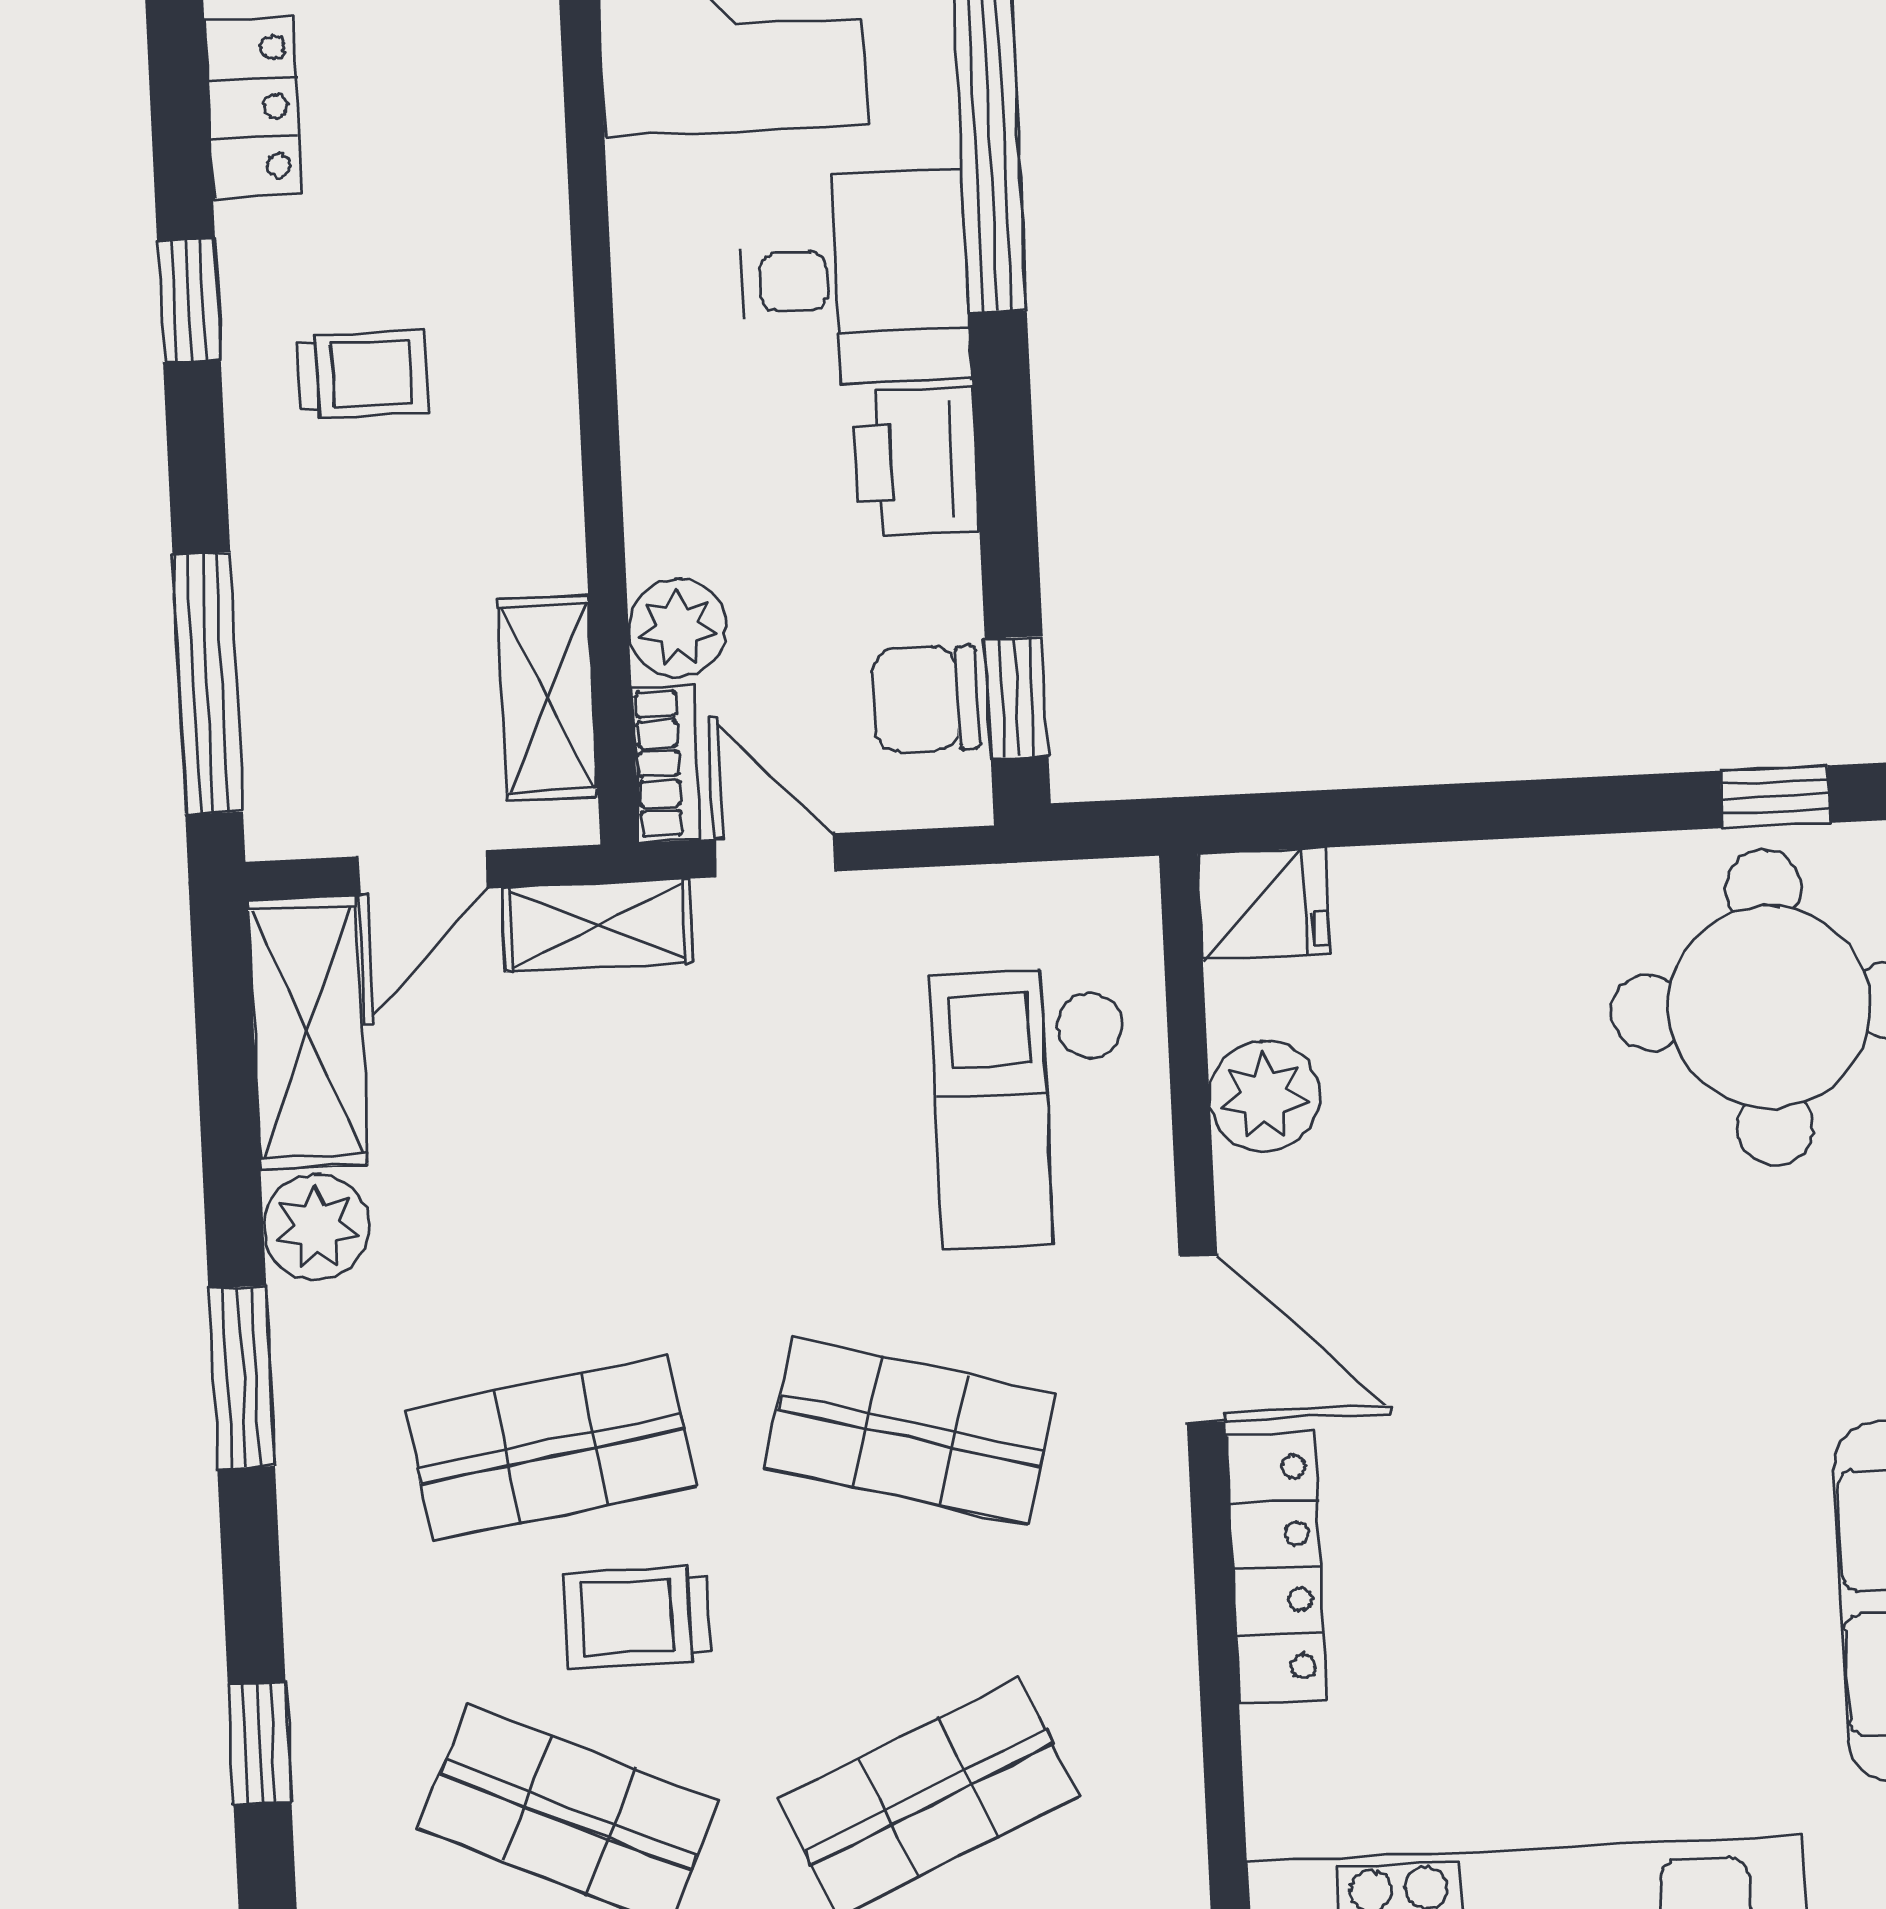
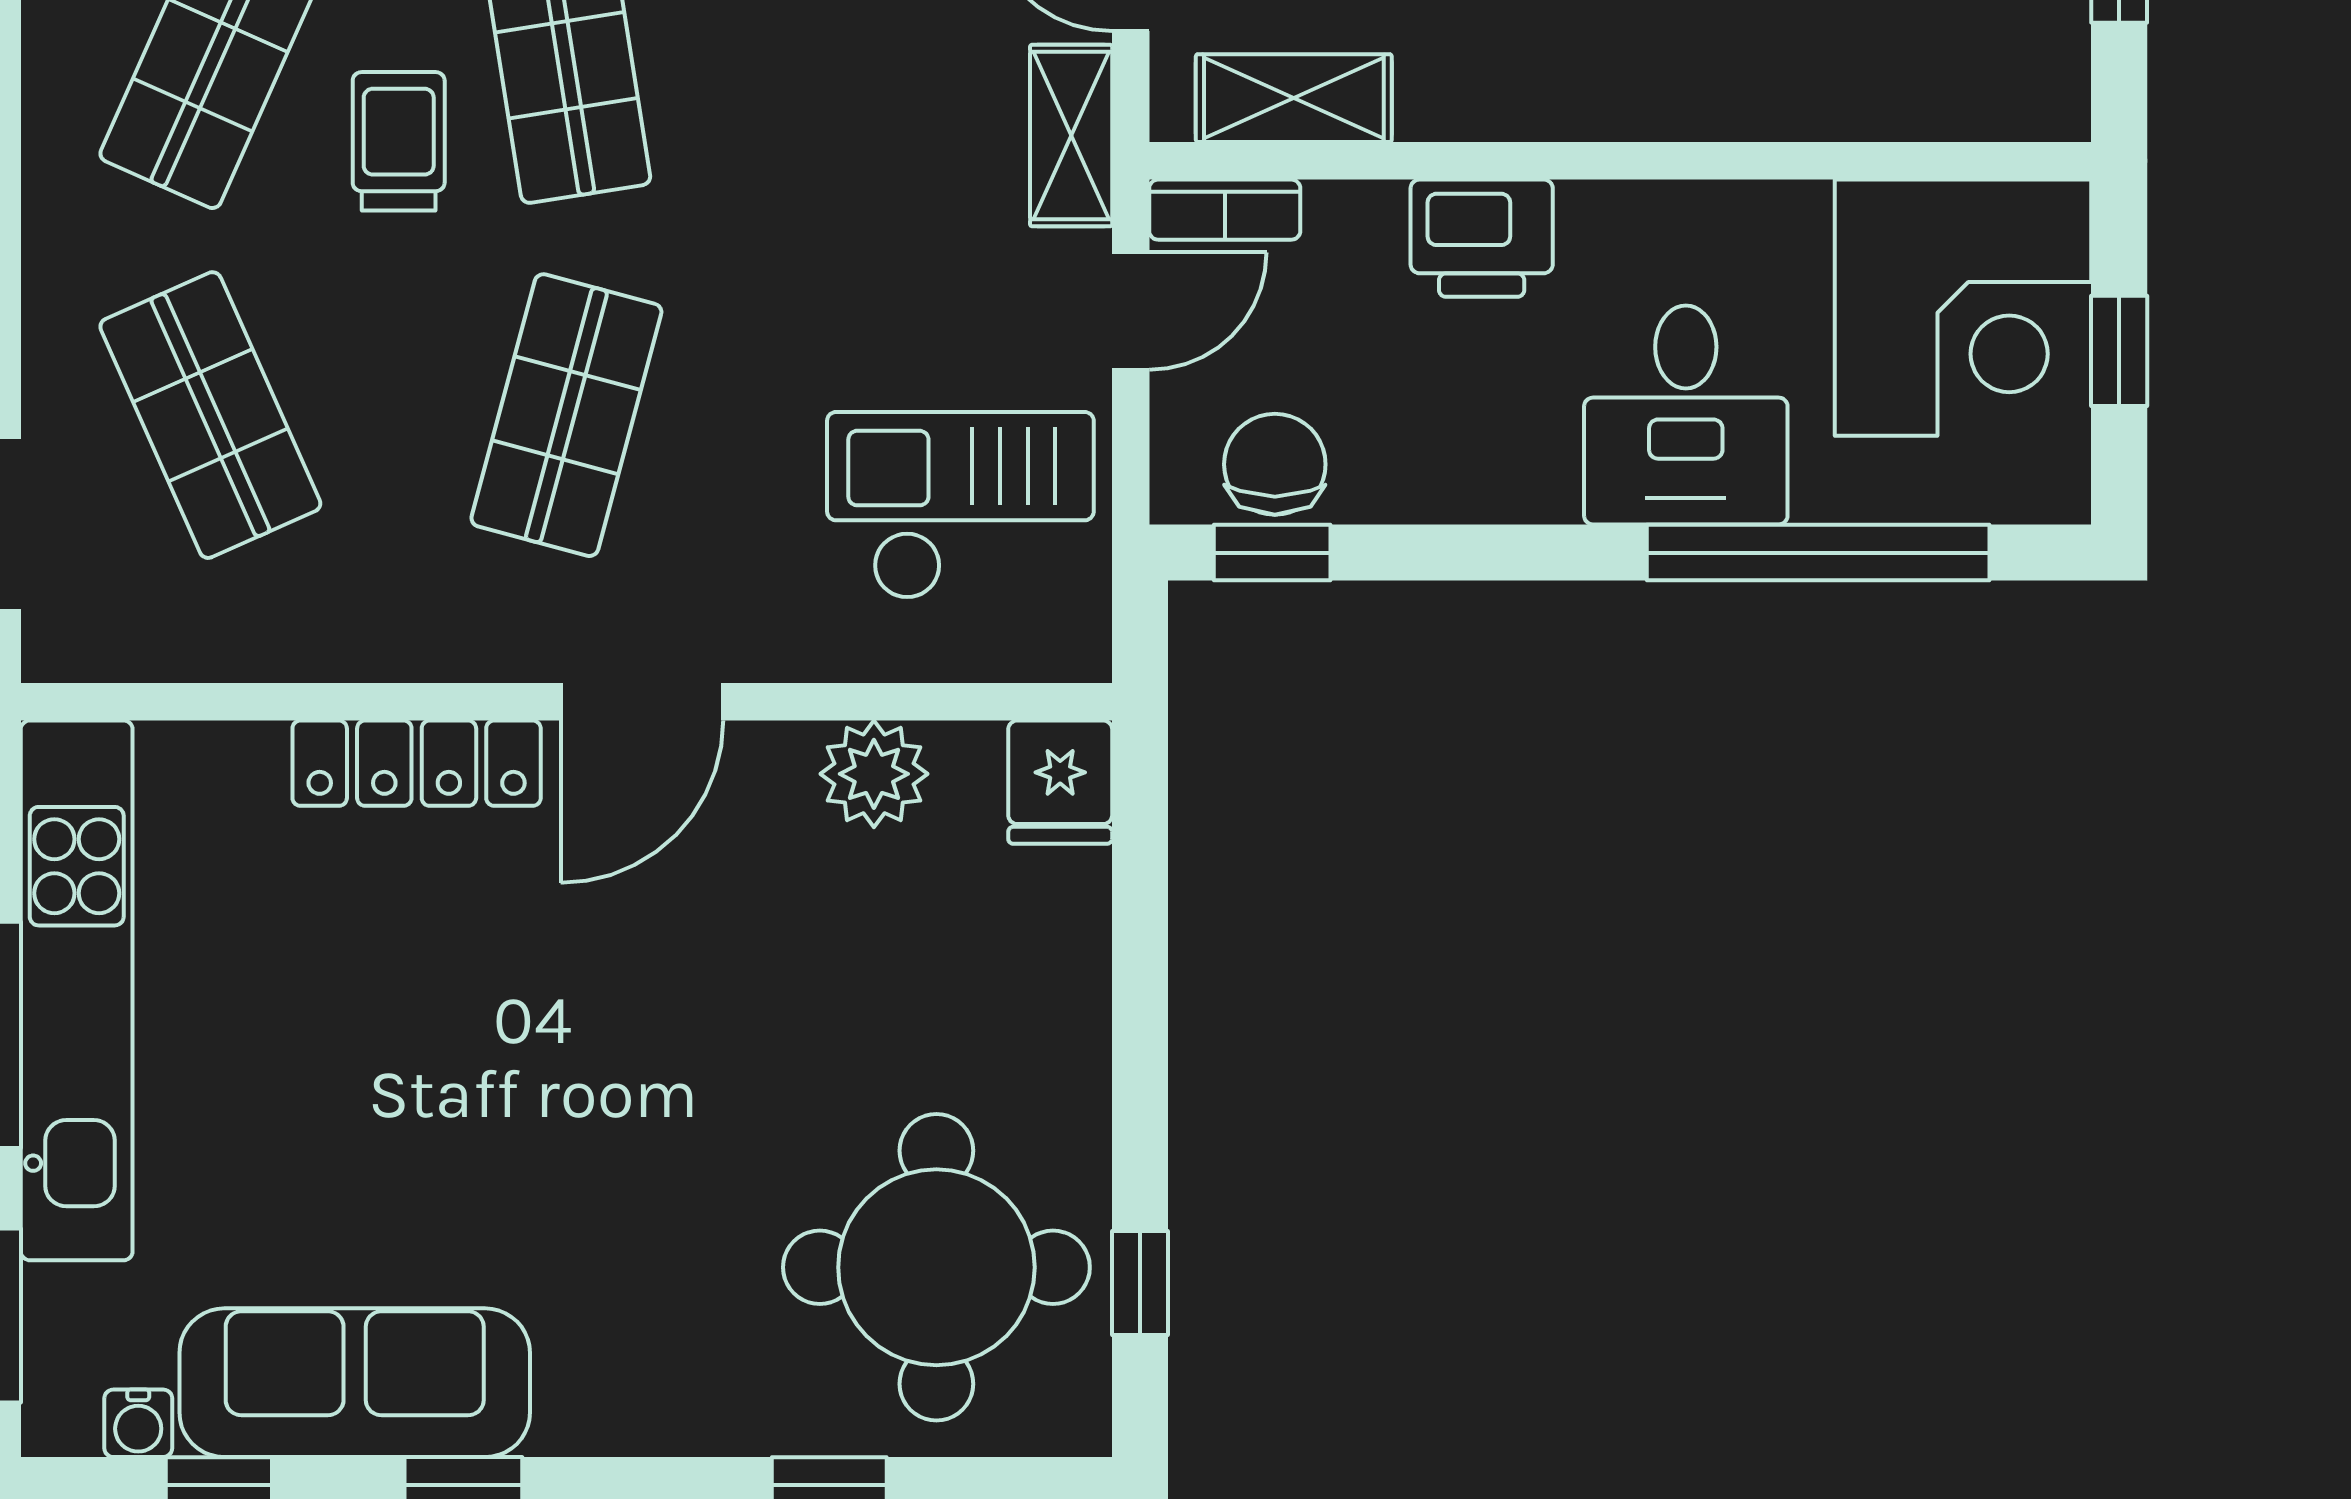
printer: (916, 461) -> (1482, 238), moved, turned 180
plant: (678, 628) -> (1355, 227), removed
checkout: (1032, 1108) -> (960, 505), moved

